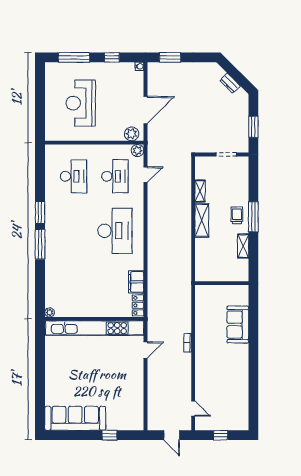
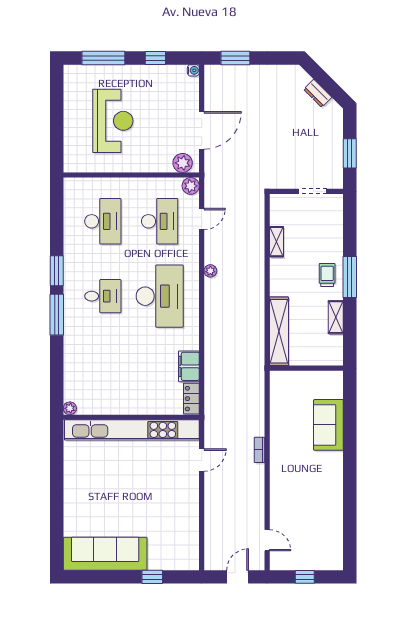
reception desk: (81, 103) -> (113, 121), turned 180
plant: (152, 212) -> (210, 271), added
shelving: (202, 220) -> (279, 331), moved, width x1.47
desk: (74, 231) -> (103, 296), added
door: (172, 435) -> (238, 577), swing flipped

